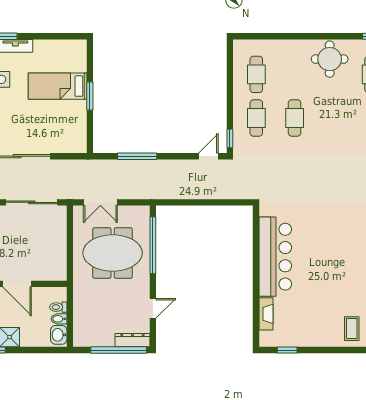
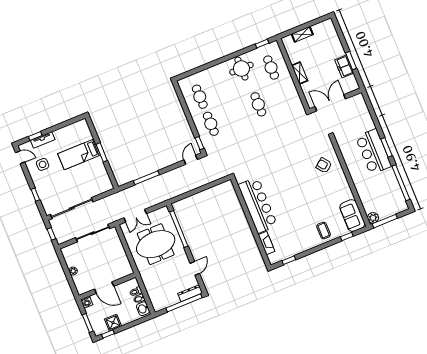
cafe table: (295, 118) -> (258, 104), moved

